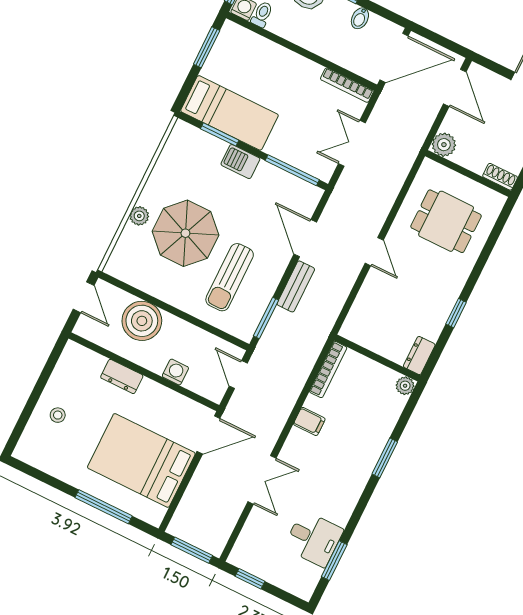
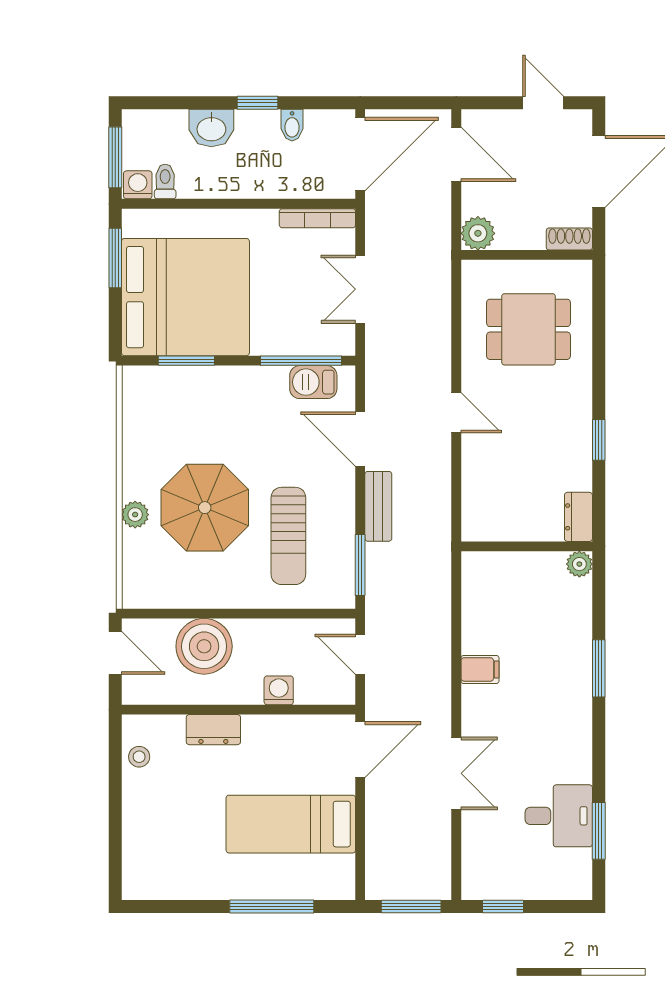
bed: (229, 113) -> (185, 297), width x2.04
barbecue: (240, 162) -> (313, 382), moved
bookcase: (328, 370) -> (471, 592), removed
stool: (58, 415) -> (139, 757), moved
bed: (141, 460) -> (291, 824), width x0.67

